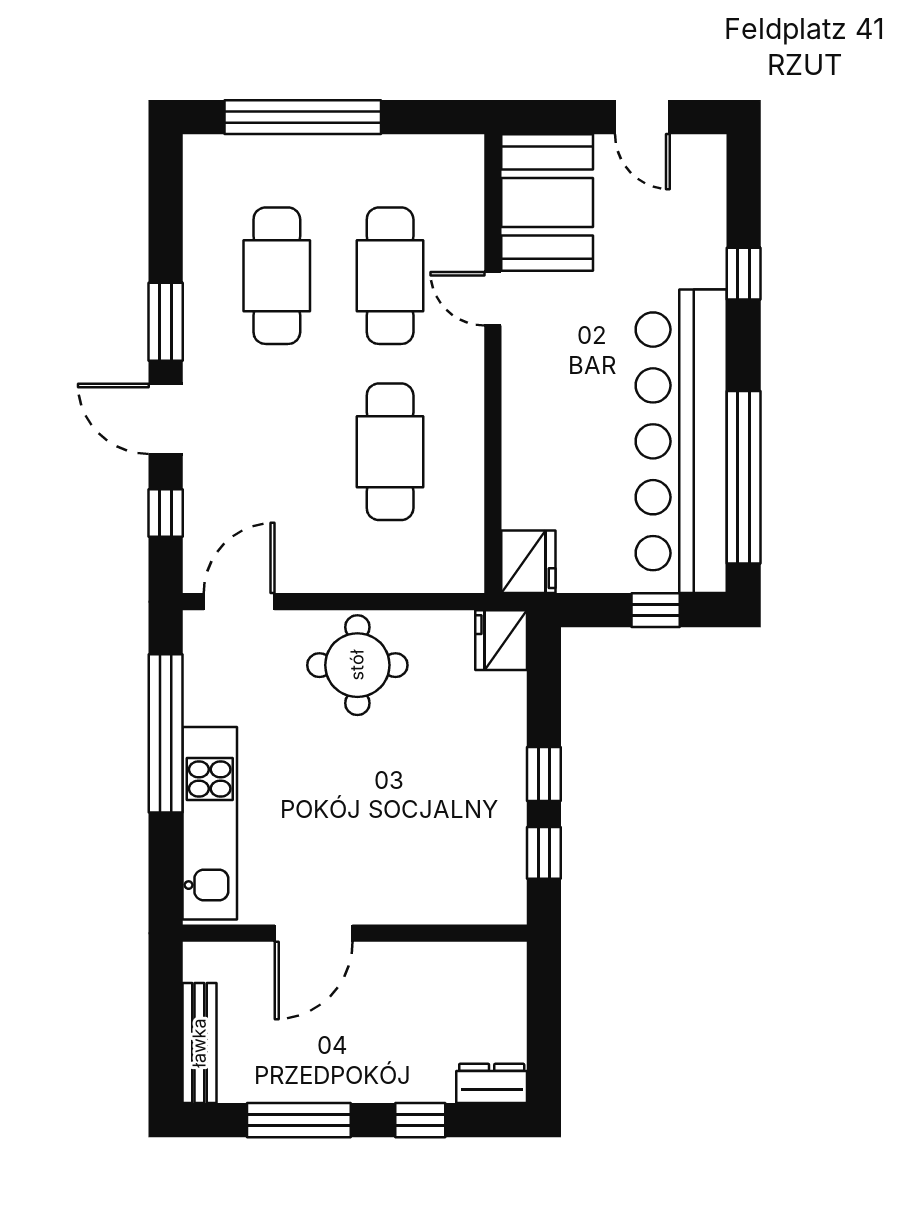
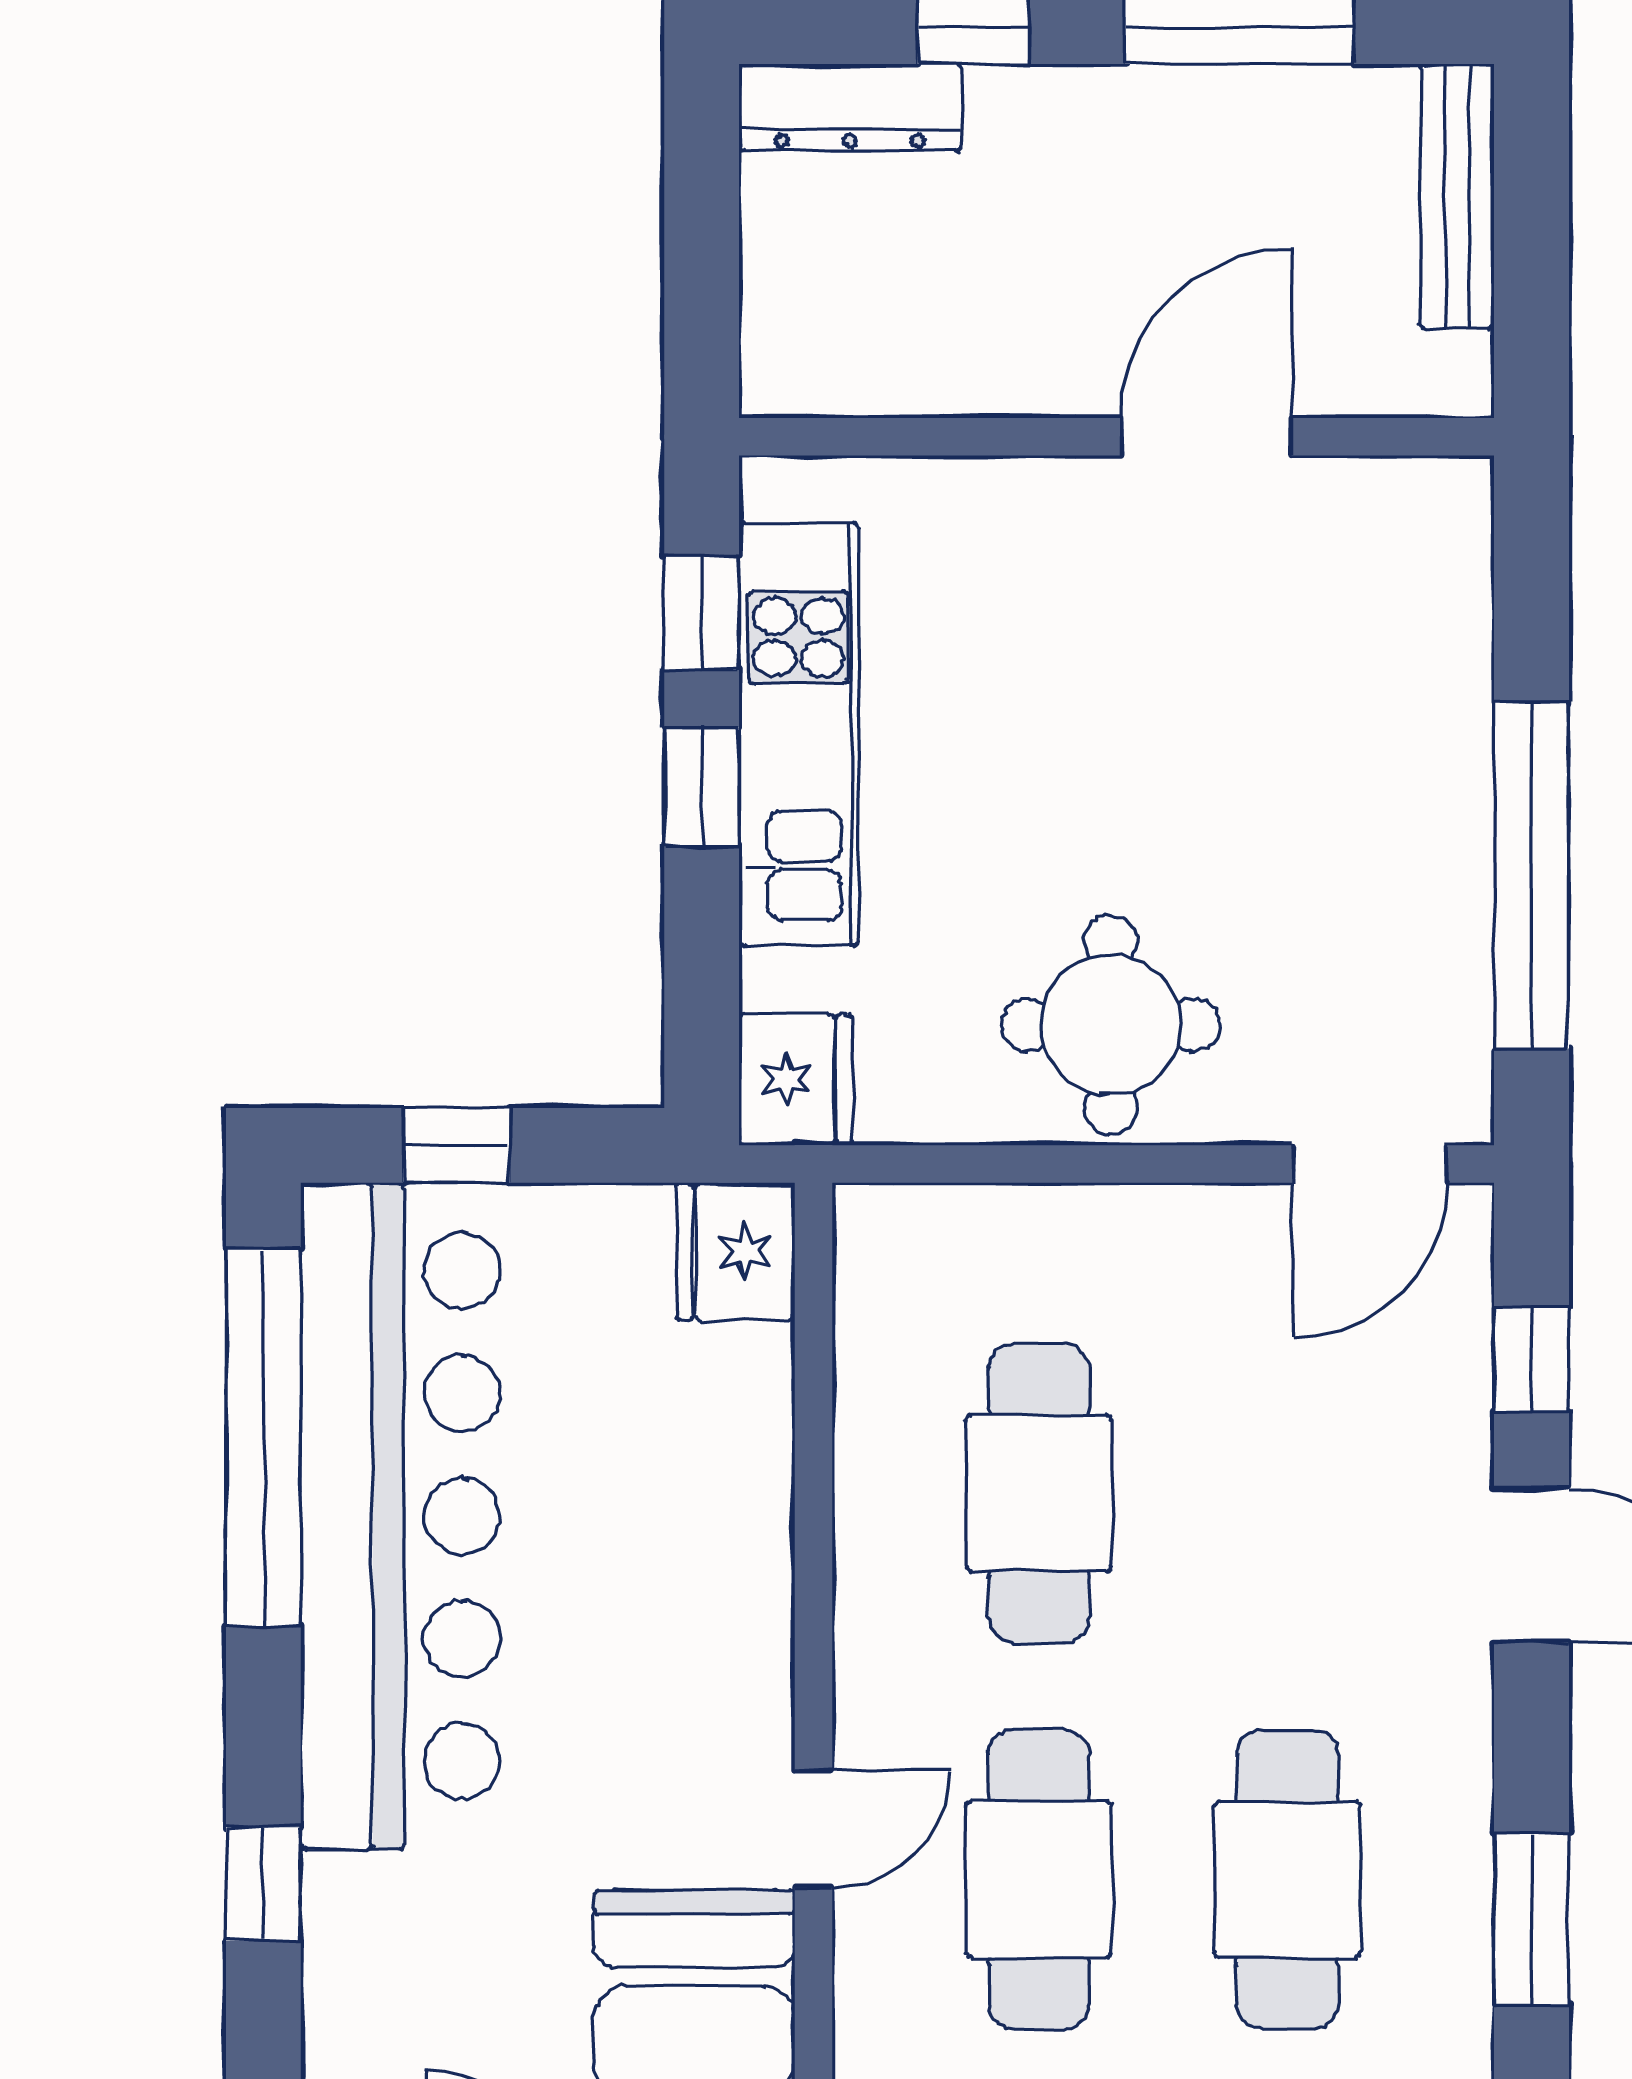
door: (493, 299) -> (813, 1829), hinge flipped
window: (166, 322) -> (1531, 1919), moved
kitchen unit: (210, 823) -> (798, 734), moved, turned 180
dresser: (492, 1083) -> (850, 107), width x1.44

